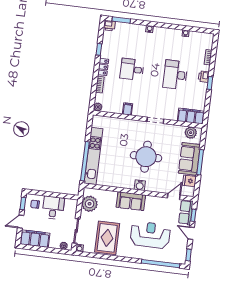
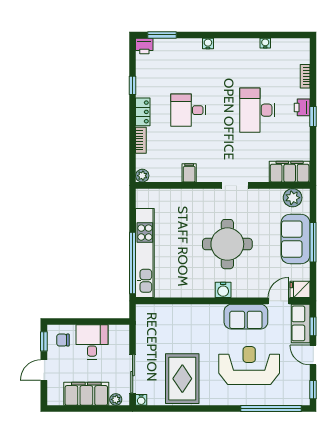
fridge: (189, 181) -> (300, 289), moved
sofa: (131, 201) -> (246, 317), moved
plant: (90, 204) -> (148, 329), removed
filing cabinet: (35, 239) -> (86, 394), moved

